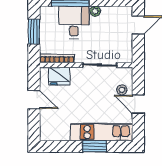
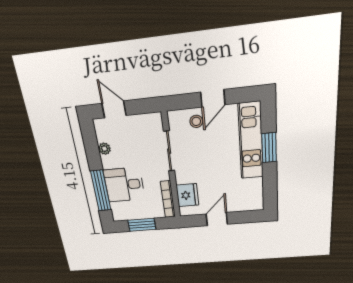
plant: (95, 11) -> (104, 149), moved

